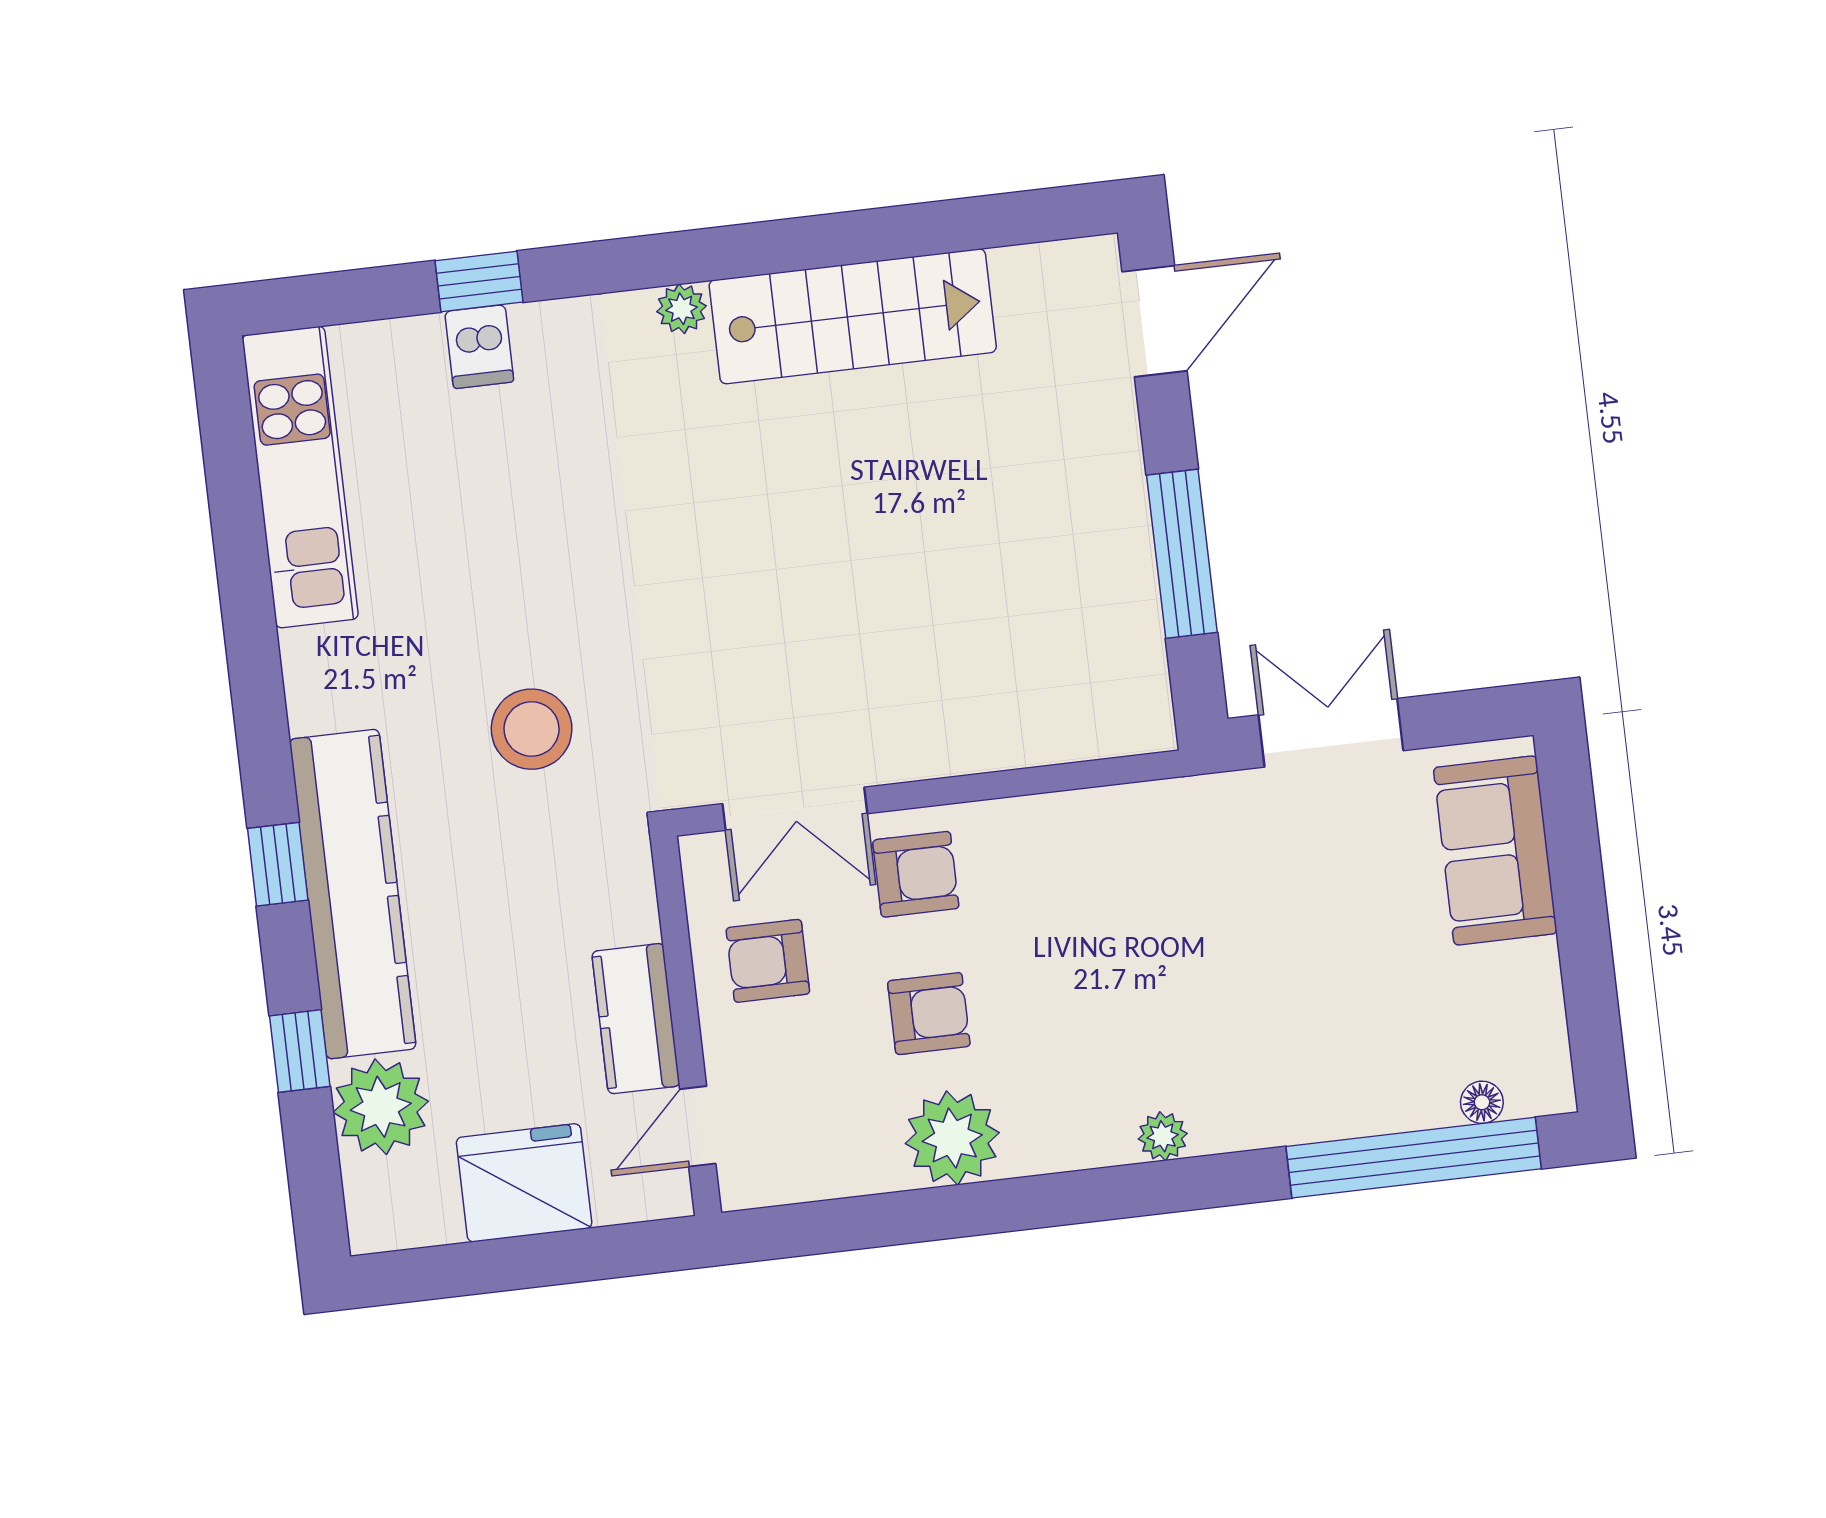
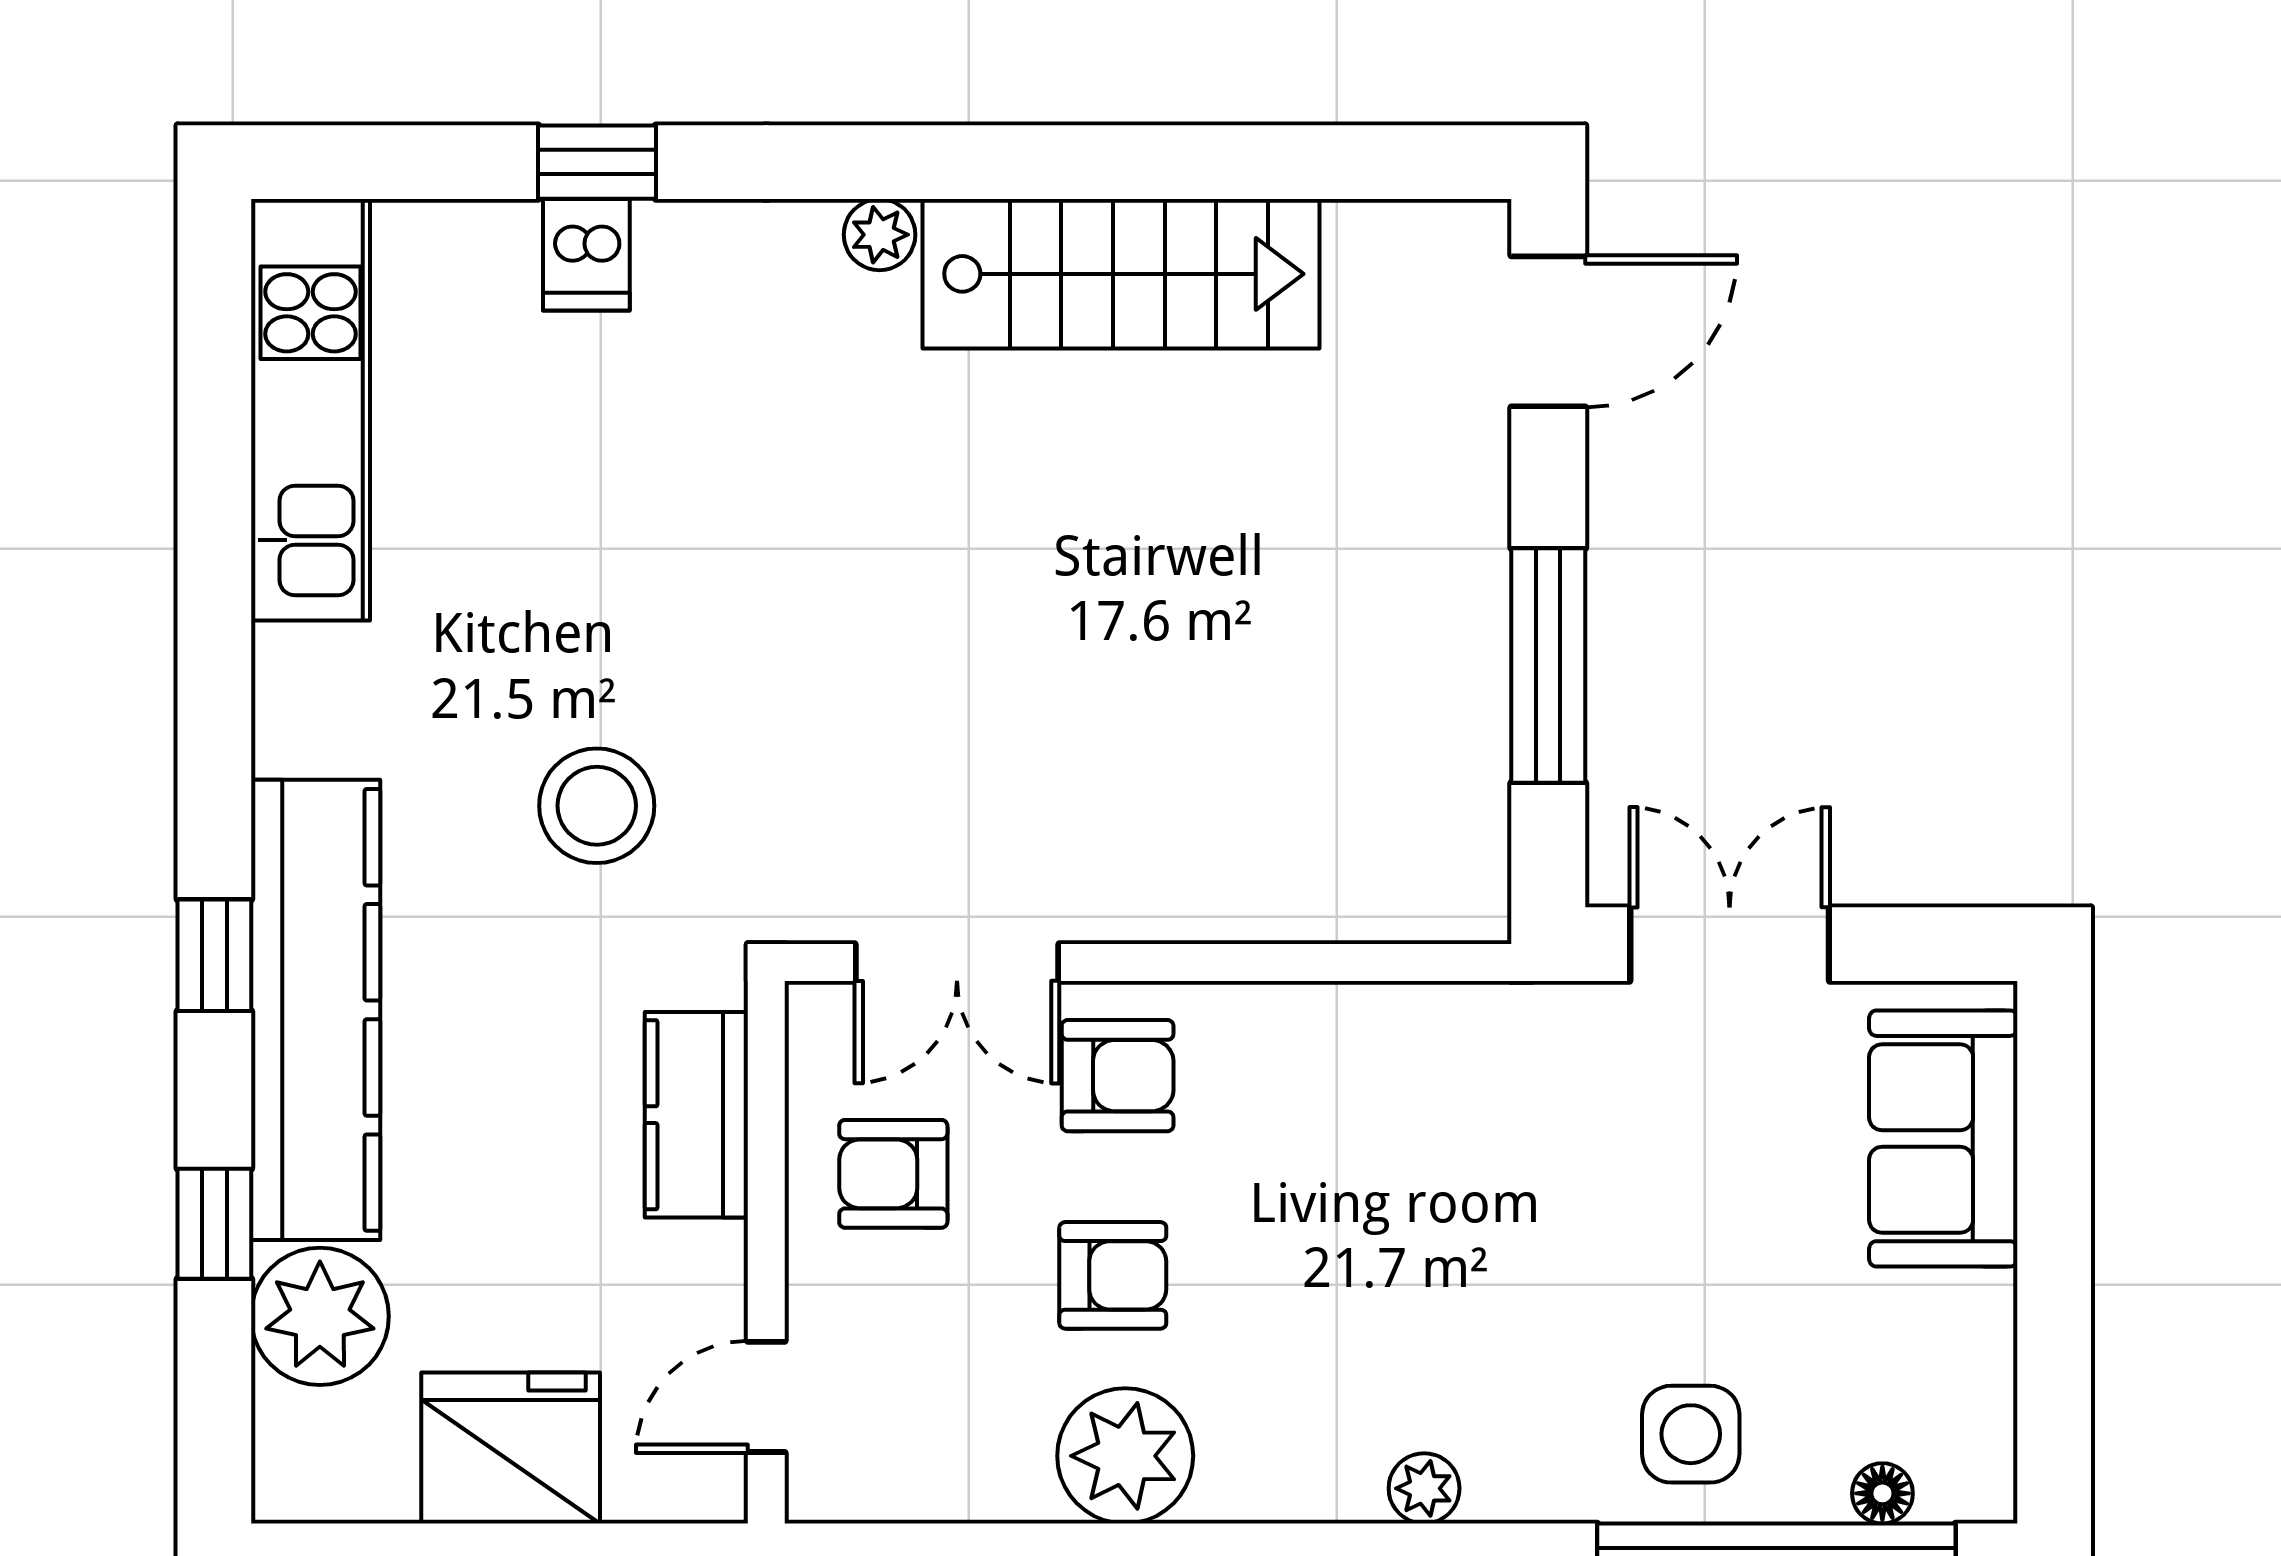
kitchen counter: (636, 1019) -> (696, 1115), moved
side table: (1344, 1077) -> (1691, 1434), added

